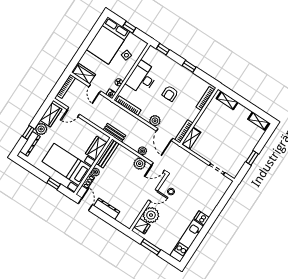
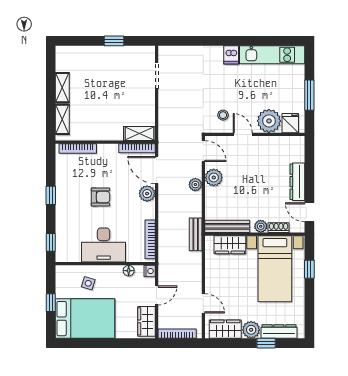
shelving: (259, 121) -> (62, 88), moved
door: (165, 135) -> (157, 170), swing flipped
door: (85, 204) -> (309, 212), hinge flipped

